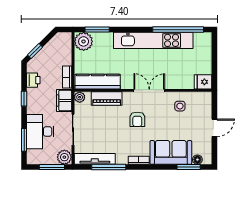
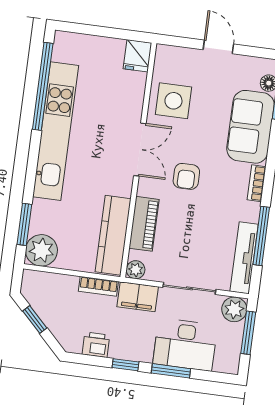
window: (35, 51) -> (35, 320), moved
double door: (149, 90) -> (140, 149), swing flipped
side table: (180, 106) -> (173, 101), width x1.87, depth x1.87
armchair: (137, 119) -> (186, 176), turned 90
window: (24, 140) -> (171, 371), moved

